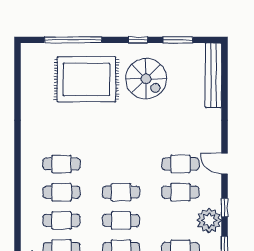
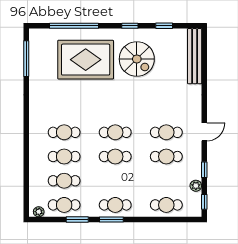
window: (178, 40) -> (164, 26), width x0.67
window: (17, 78) -> (26, 59), added
door: (225, 164) -> (204, 132), swing flipped
cafe table: (121, 220) -> (115, 132), moved
plant: (209, 220) -> (196, 186), width x0.53, depth x0.53

